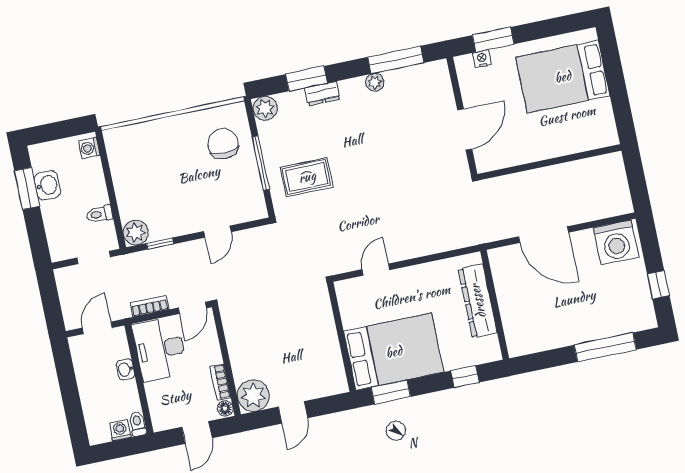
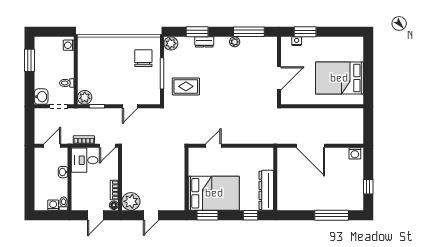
bed: (563, 77) -> (339, 78), moved
washbasin: (47, 185) -> (41, 97), moved
washing machine: (616, 242) -> (355, 153), width x0.53, depth x0.53
dresser: (478, 301) -> (266, 190), moved
desk: (160, 349) -> (85, 160), width x0.73

